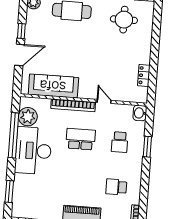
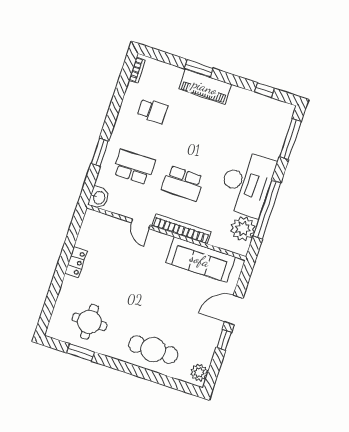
locker: (144, 75) -> (76, 262), moved
school desk: (120, 142) -> (134, 167), width x1.85
window: (9, 191) -> (290, 139), width x1.44

